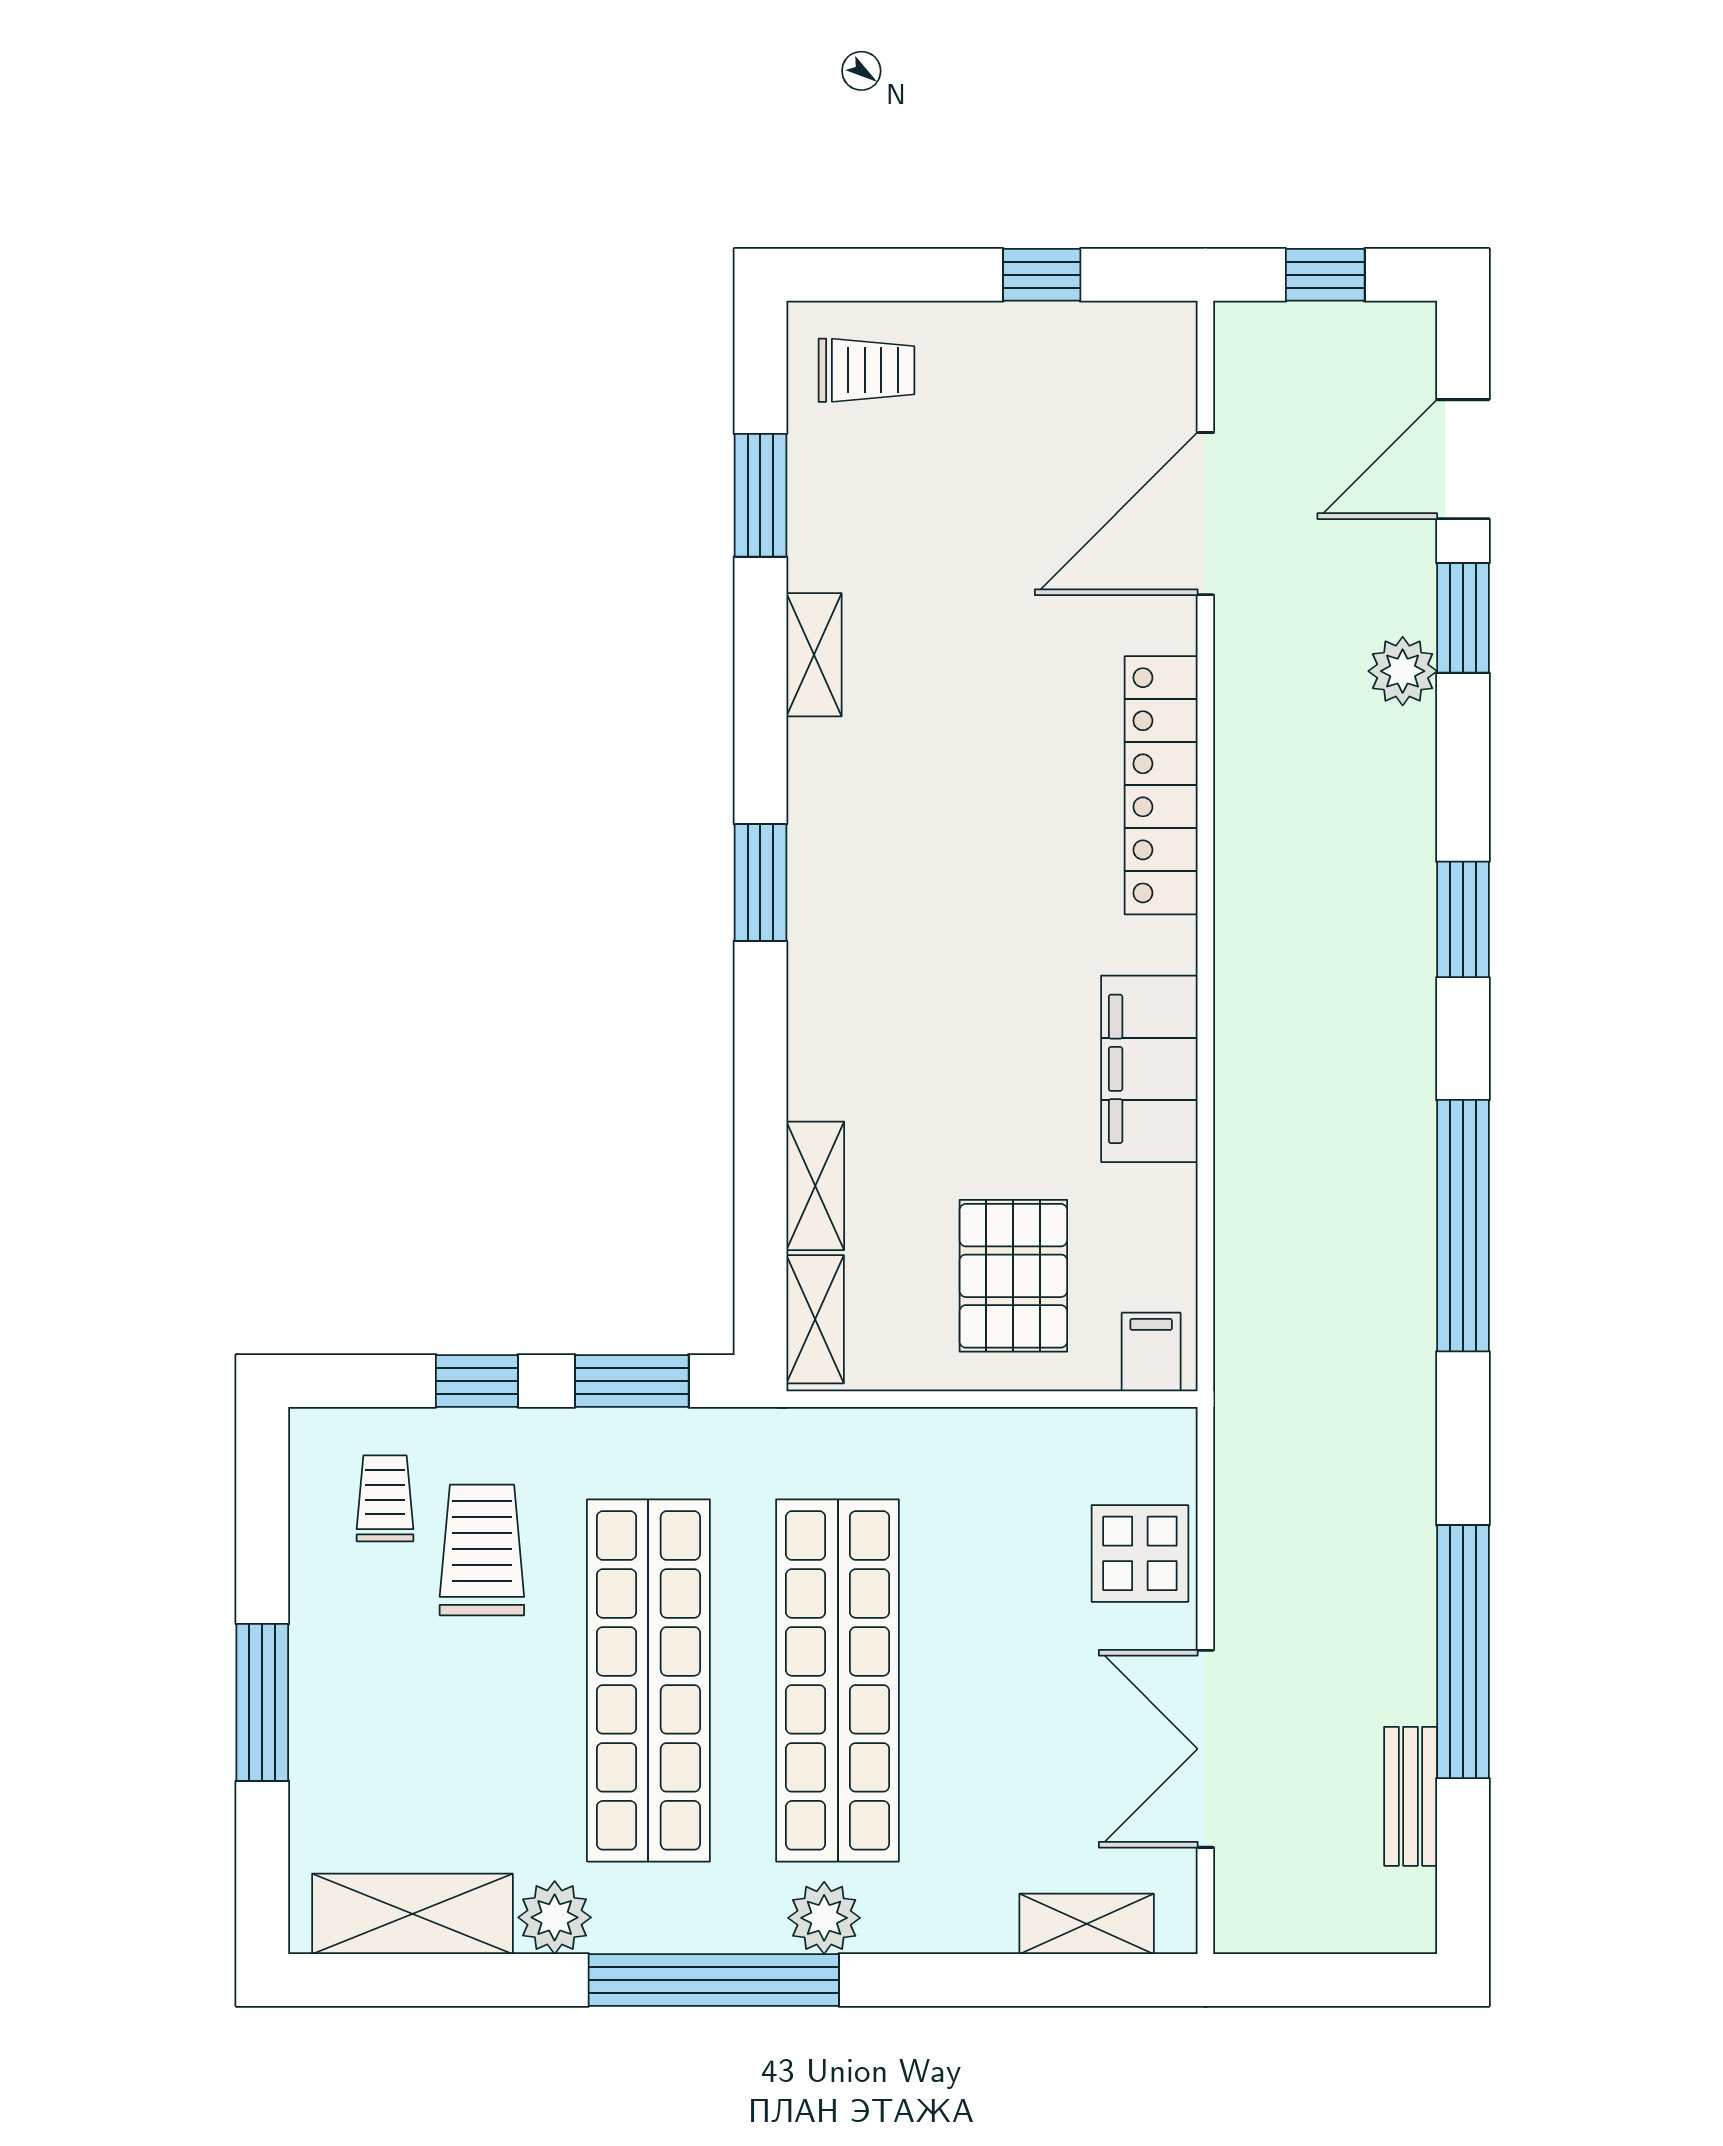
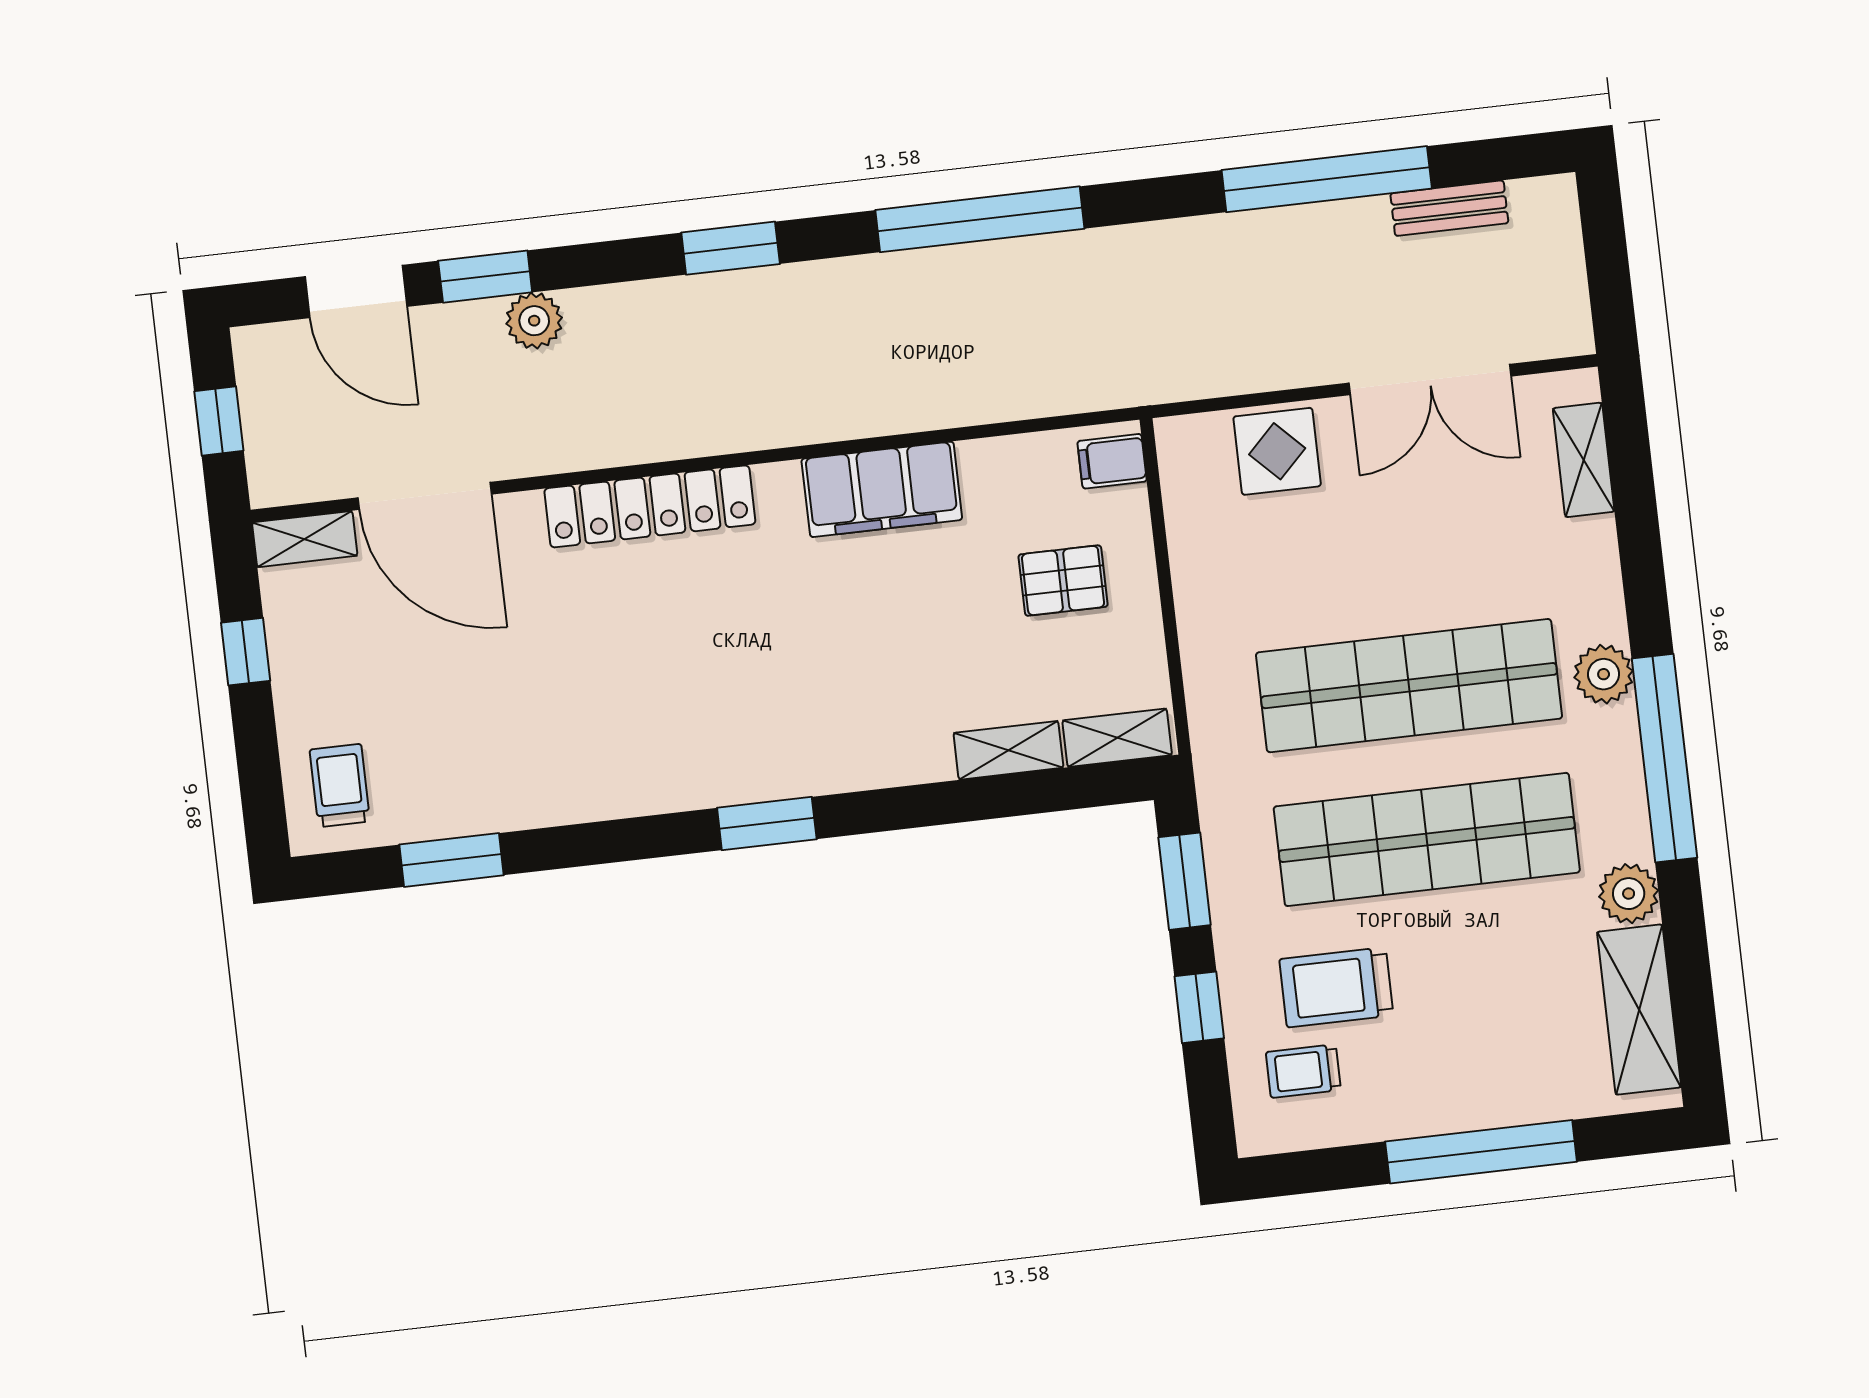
shelving: (814, 655) -> (305, 539), moved
pallet: (1013, 1276) -> (1063, 581), width x0.67, depth x0.71
window: (262, 1702) -> (1481, 1152), width x1.46

